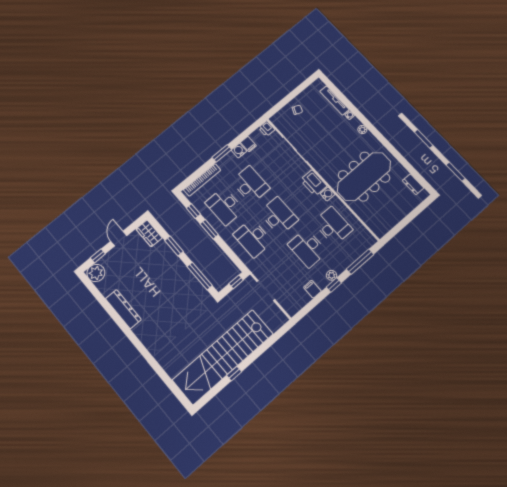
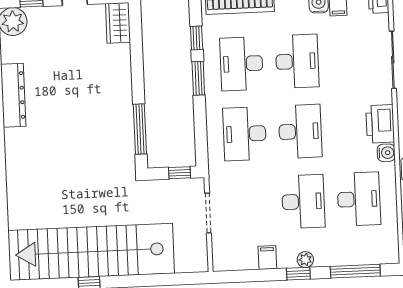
window: (174, 246) -> (137, 65), removed
desk: (307, 248) -> (303, 202), turned 180

